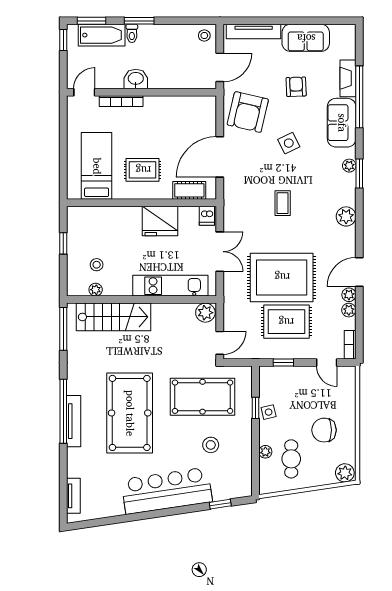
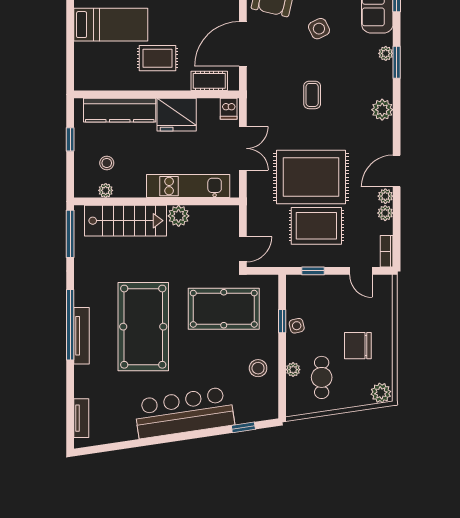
bed: (97, 166) -> (111, 25), moved, turned 90
kitchen counter: (108, 217) -> (120, 110), added
plant: (205, 313) -> (179, 216), moved
stool: (211, 445) -> (258, 368), moved

